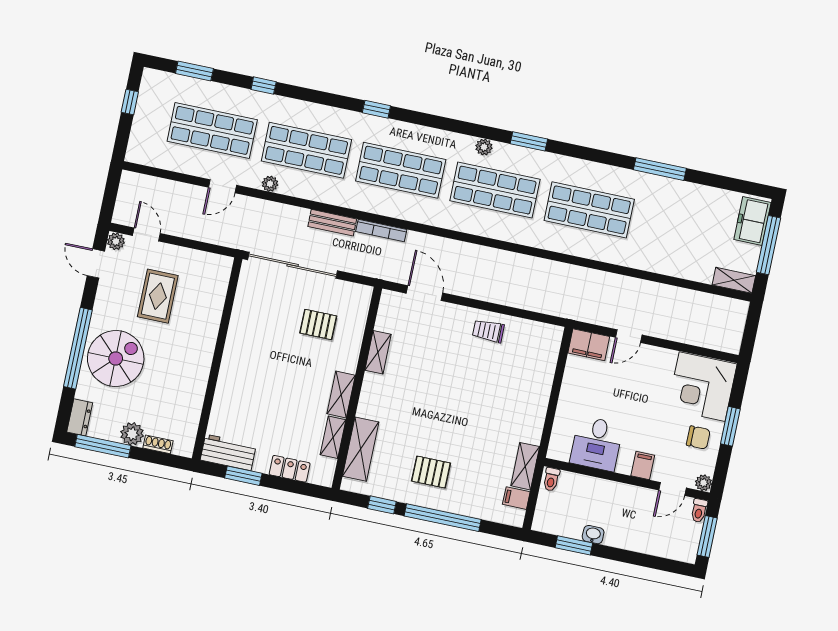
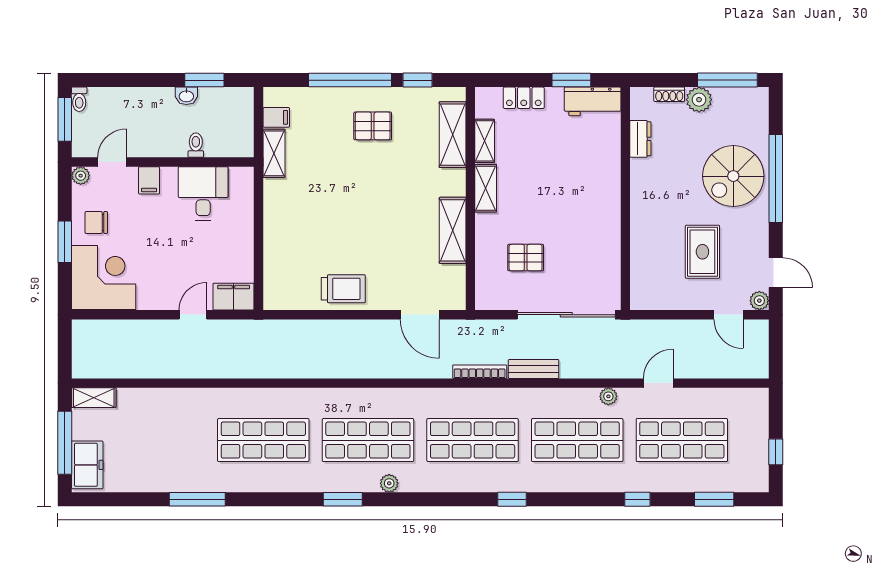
trolley: (488, 331) -> (343, 289), width x1.36, depth x1.39
shelving: (378, 352) -> (453, 230), width x1.50, depth x1.33
dresser: (80, 417) -> (640, 139), moved, turned 180
toilet: (551, 479) -> (196, 145), moved
toilet: (699, 510) -> (79, 99), moved, turned 180

